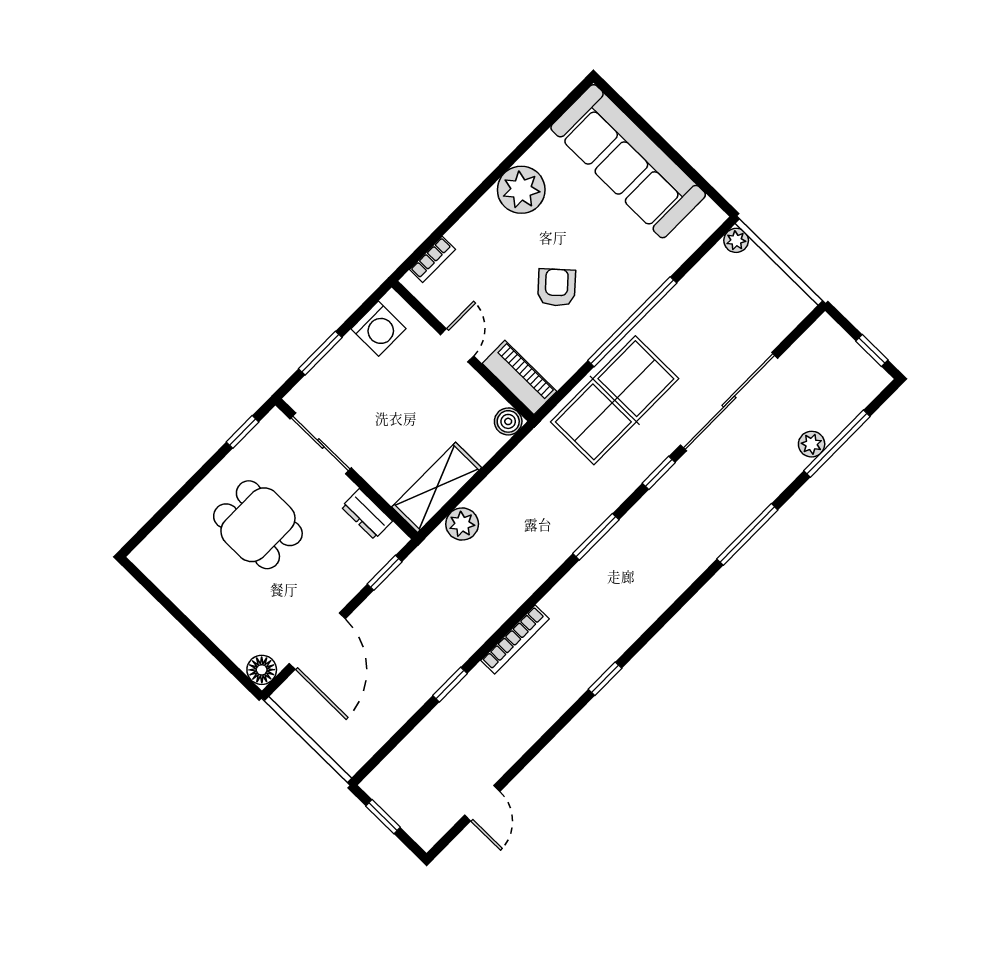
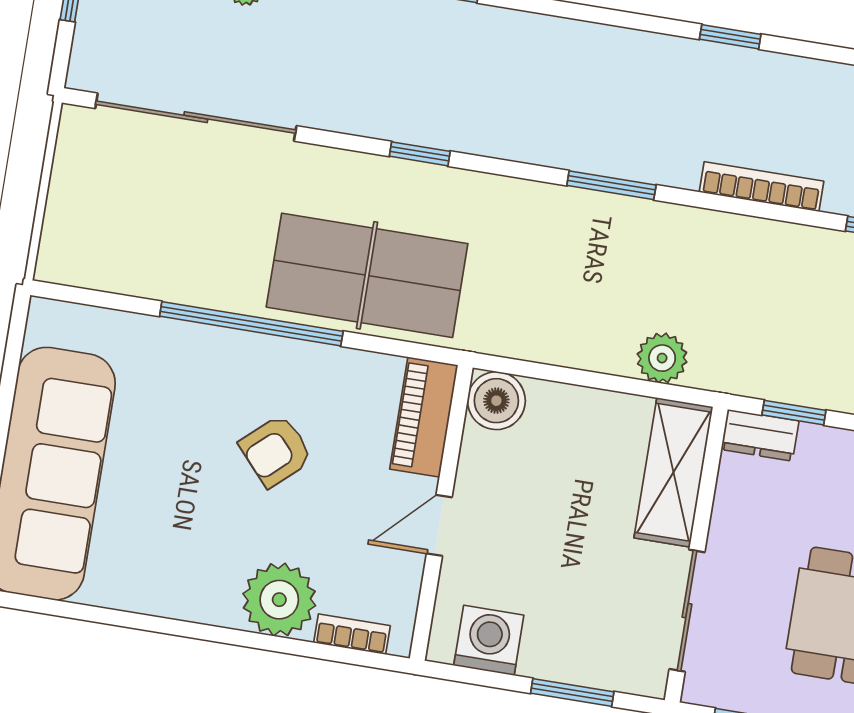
plant: (521, 190) -> (279, 600), moved
plant: (736, 240) -> (54, 265), removed
sliding door: (729, 402) -> (196, 117), moved
boiler: (508, 421) -> (496, 401), width x1.36, depth x1.36
shelving: (437, 487) -> (673, 472), moved, turned 90
dresser: (367, 514) -> (760, 435), moved, turned 90
window: (596, 537) -> (611, 185), moved

